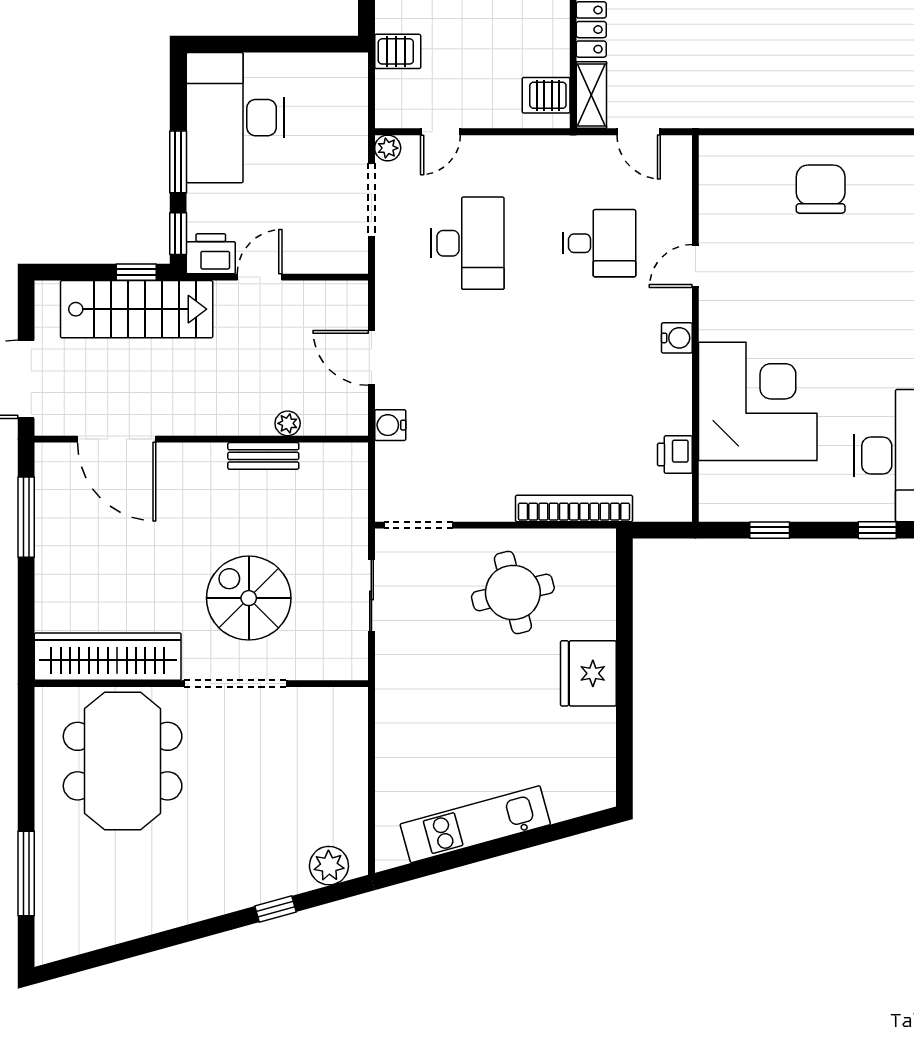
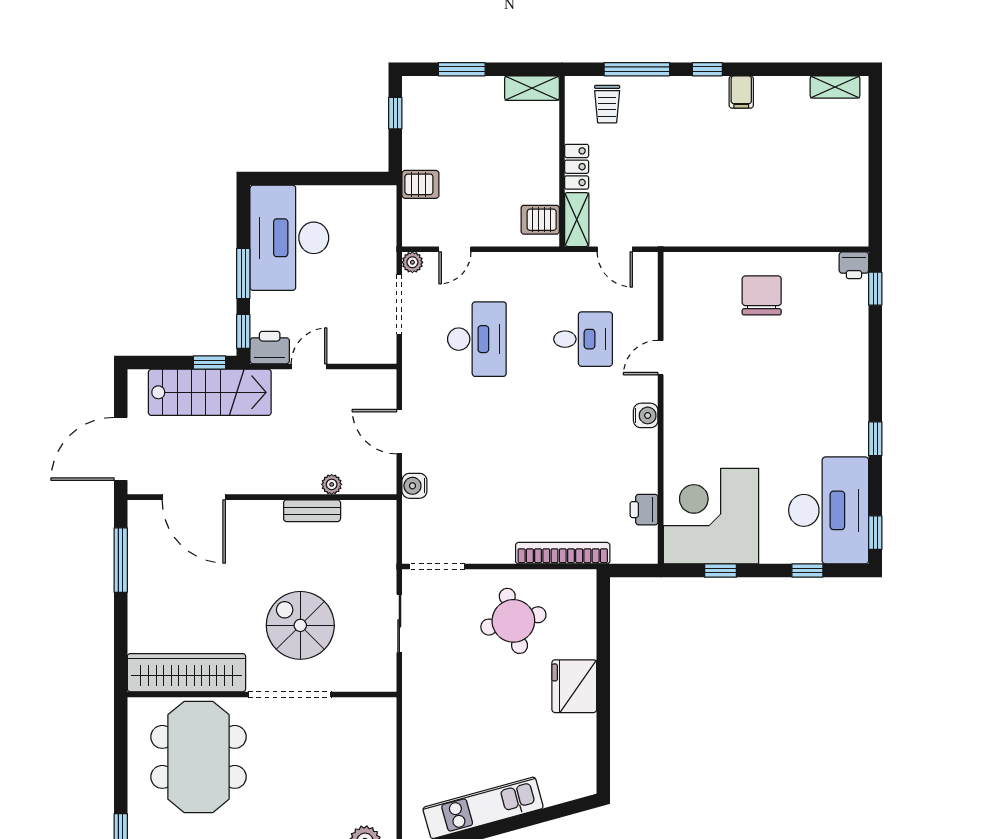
corner desk: (758, 401) -> (711, 516), moved, turned -90

